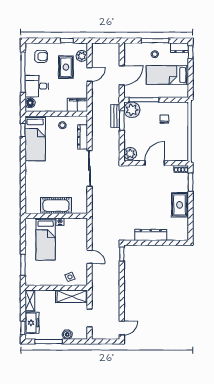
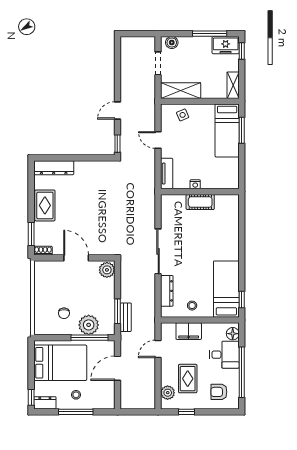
door: (90, 74) -> (158, 349), moved
bed: (167, 75) -> (60, 363), width x1.50
filing cabinet: (77, 105) -> (189, 331), moved
plant: (132, 110) -> (89, 325), moved
door: (155, 163) -> (76, 258), swing flipped
cot: (56, 206) -> (200, 202), width x0.73, depth x0.75
tv unit: (83, 230) -> (167, 174), added
dresser: (151, 235) -> (54, 168), moved
bed: (46, 239) -> (227, 130), moved, turned 180
freezer: (32, 323) -> (226, 45), moved, turned -90
door: (122, 328) -> (117, 111), moved
boiler: (67, 335) -> (172, 42), moved

